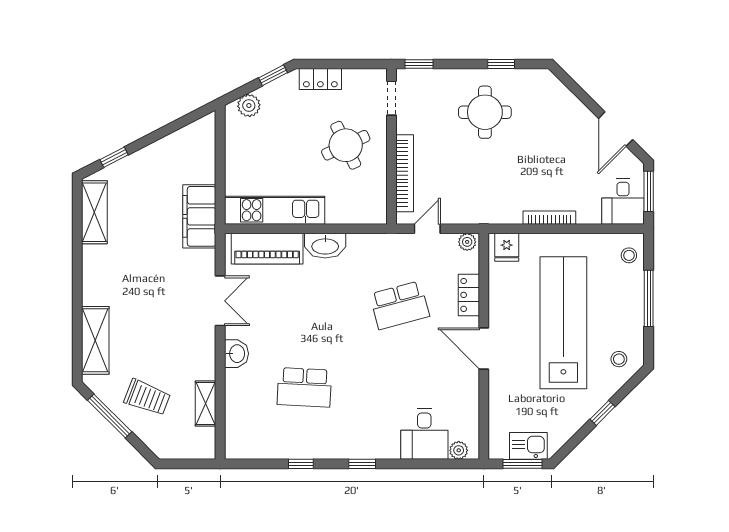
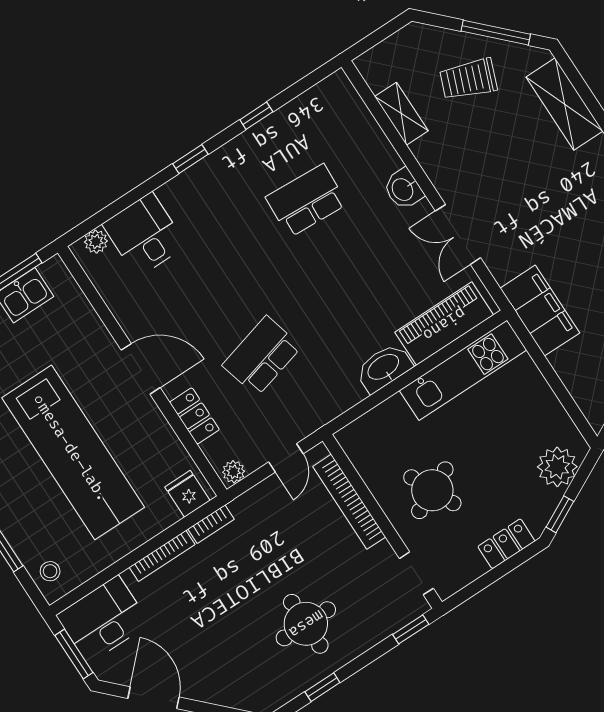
plant: (249, 106) -> (557, 467), width x1.36, depth x1.36
desk: (623, 201) -> (103, 619), width x1.37
bookcase: (504, 217) -> (211, 524), added

